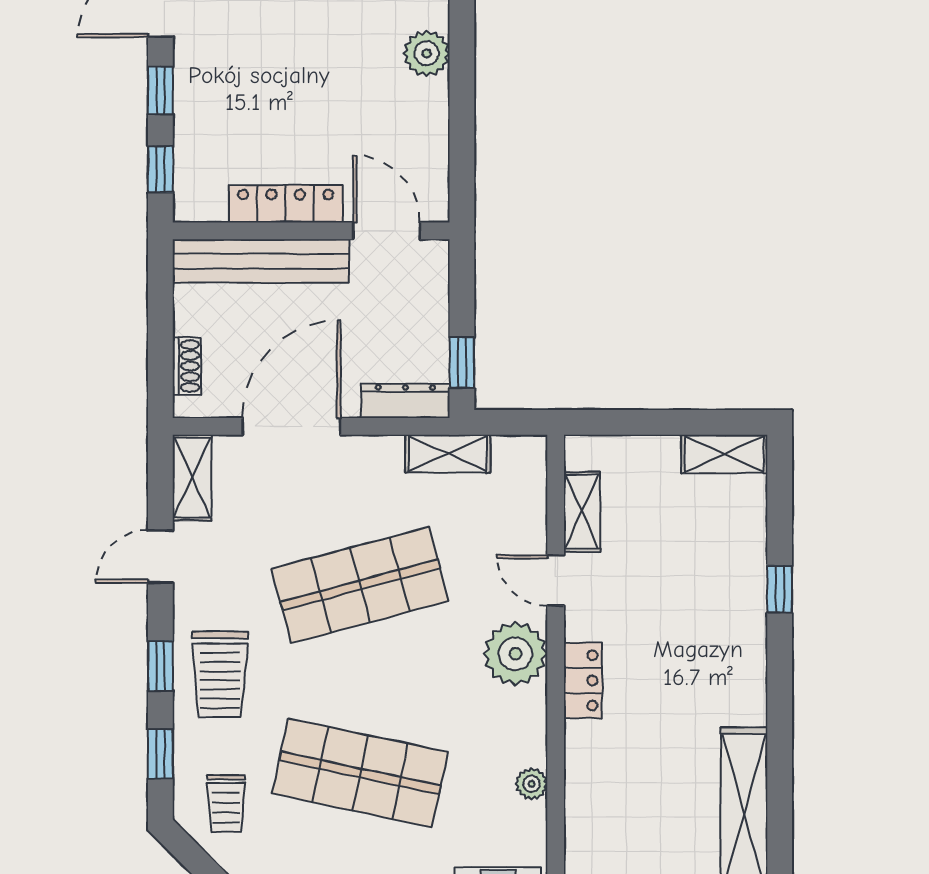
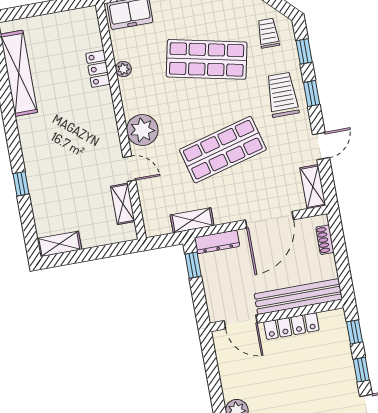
locker: (583, 680) -> (98, 69), moved

